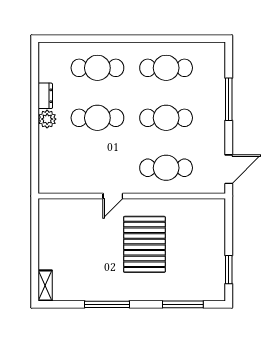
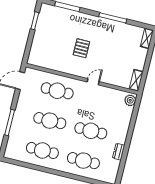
plant: (47, 119) -> (130, 100), moved
shelving: (46, 215) -> (136, 80), added
pallet: (144, 244) -> (81, 48), width x0.49, depth x0.50

